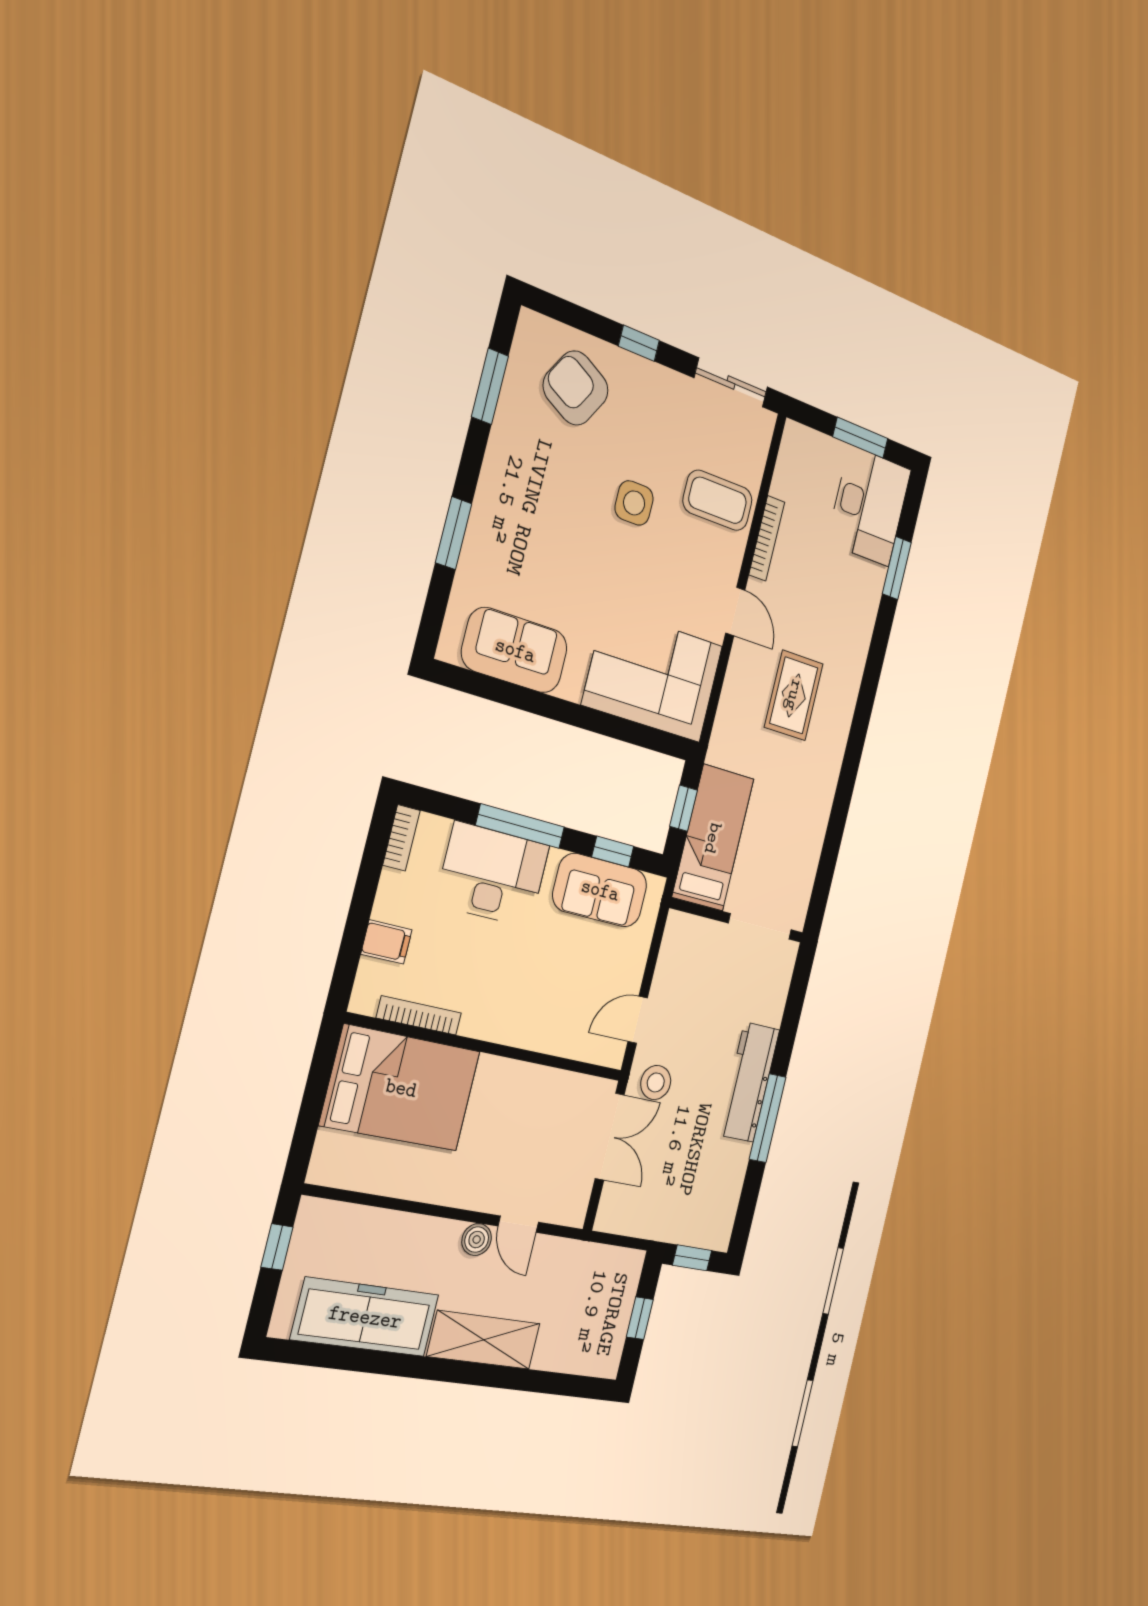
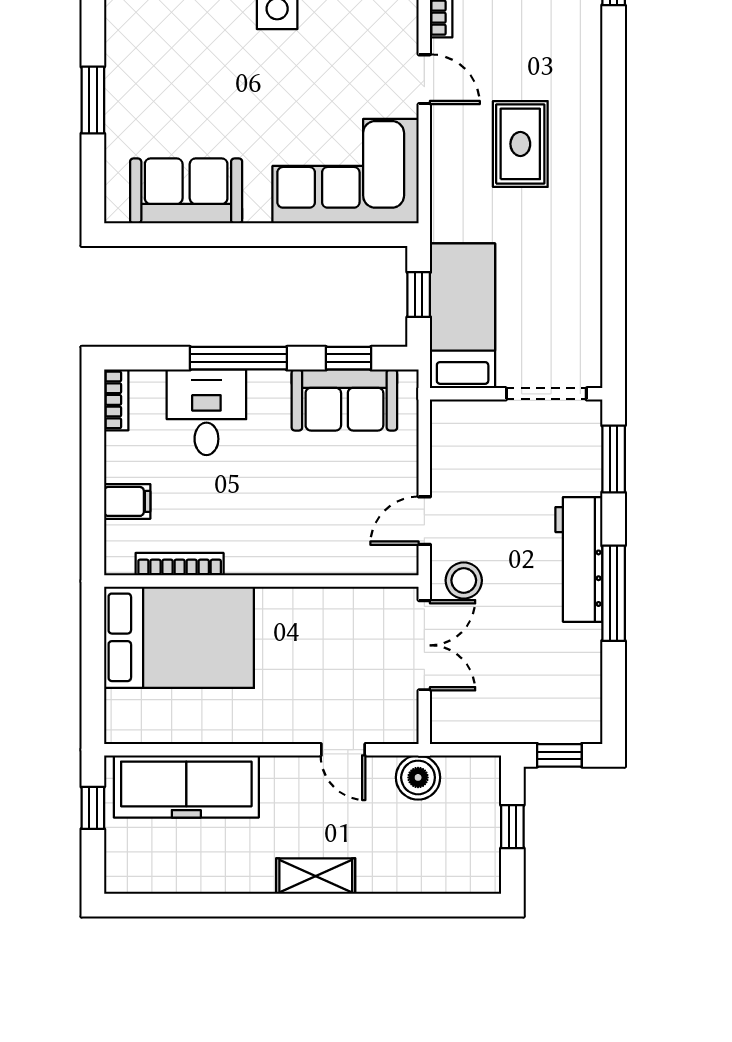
desk: (493, 875) -> (206, 412), width x0.73
window: (796, 998) -> (614, 459), added
boiler: (477, 1240) -> (418, 777), moved, width x1.36, depth x1.36
freezer: (365, 1317) -> (186, 786), moved, turned 180
shelving: (484, 1340) -> (316, 876), width x0.67, depth x0.75

